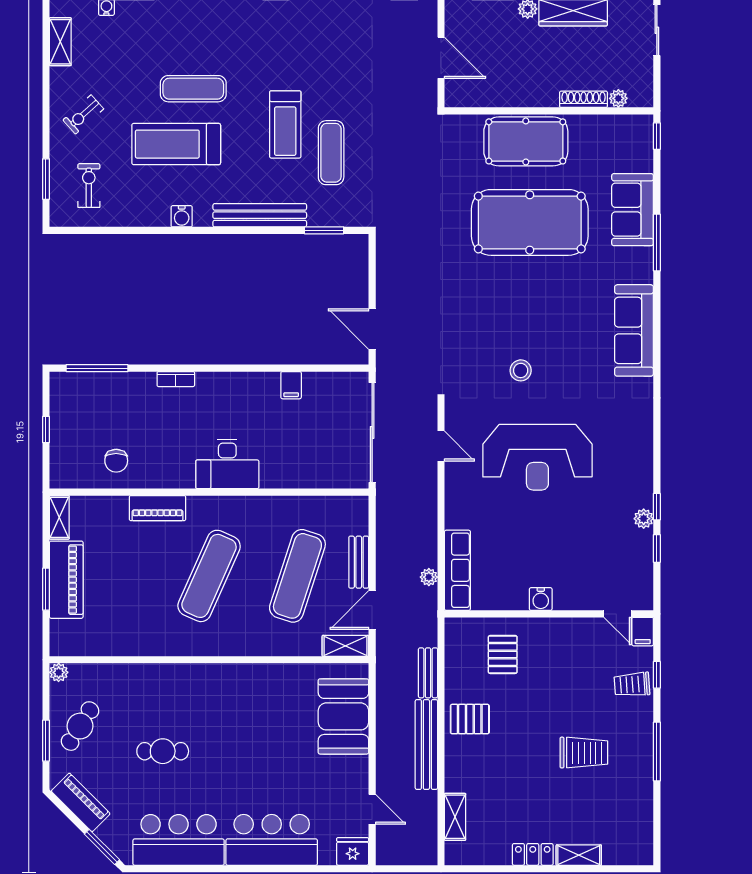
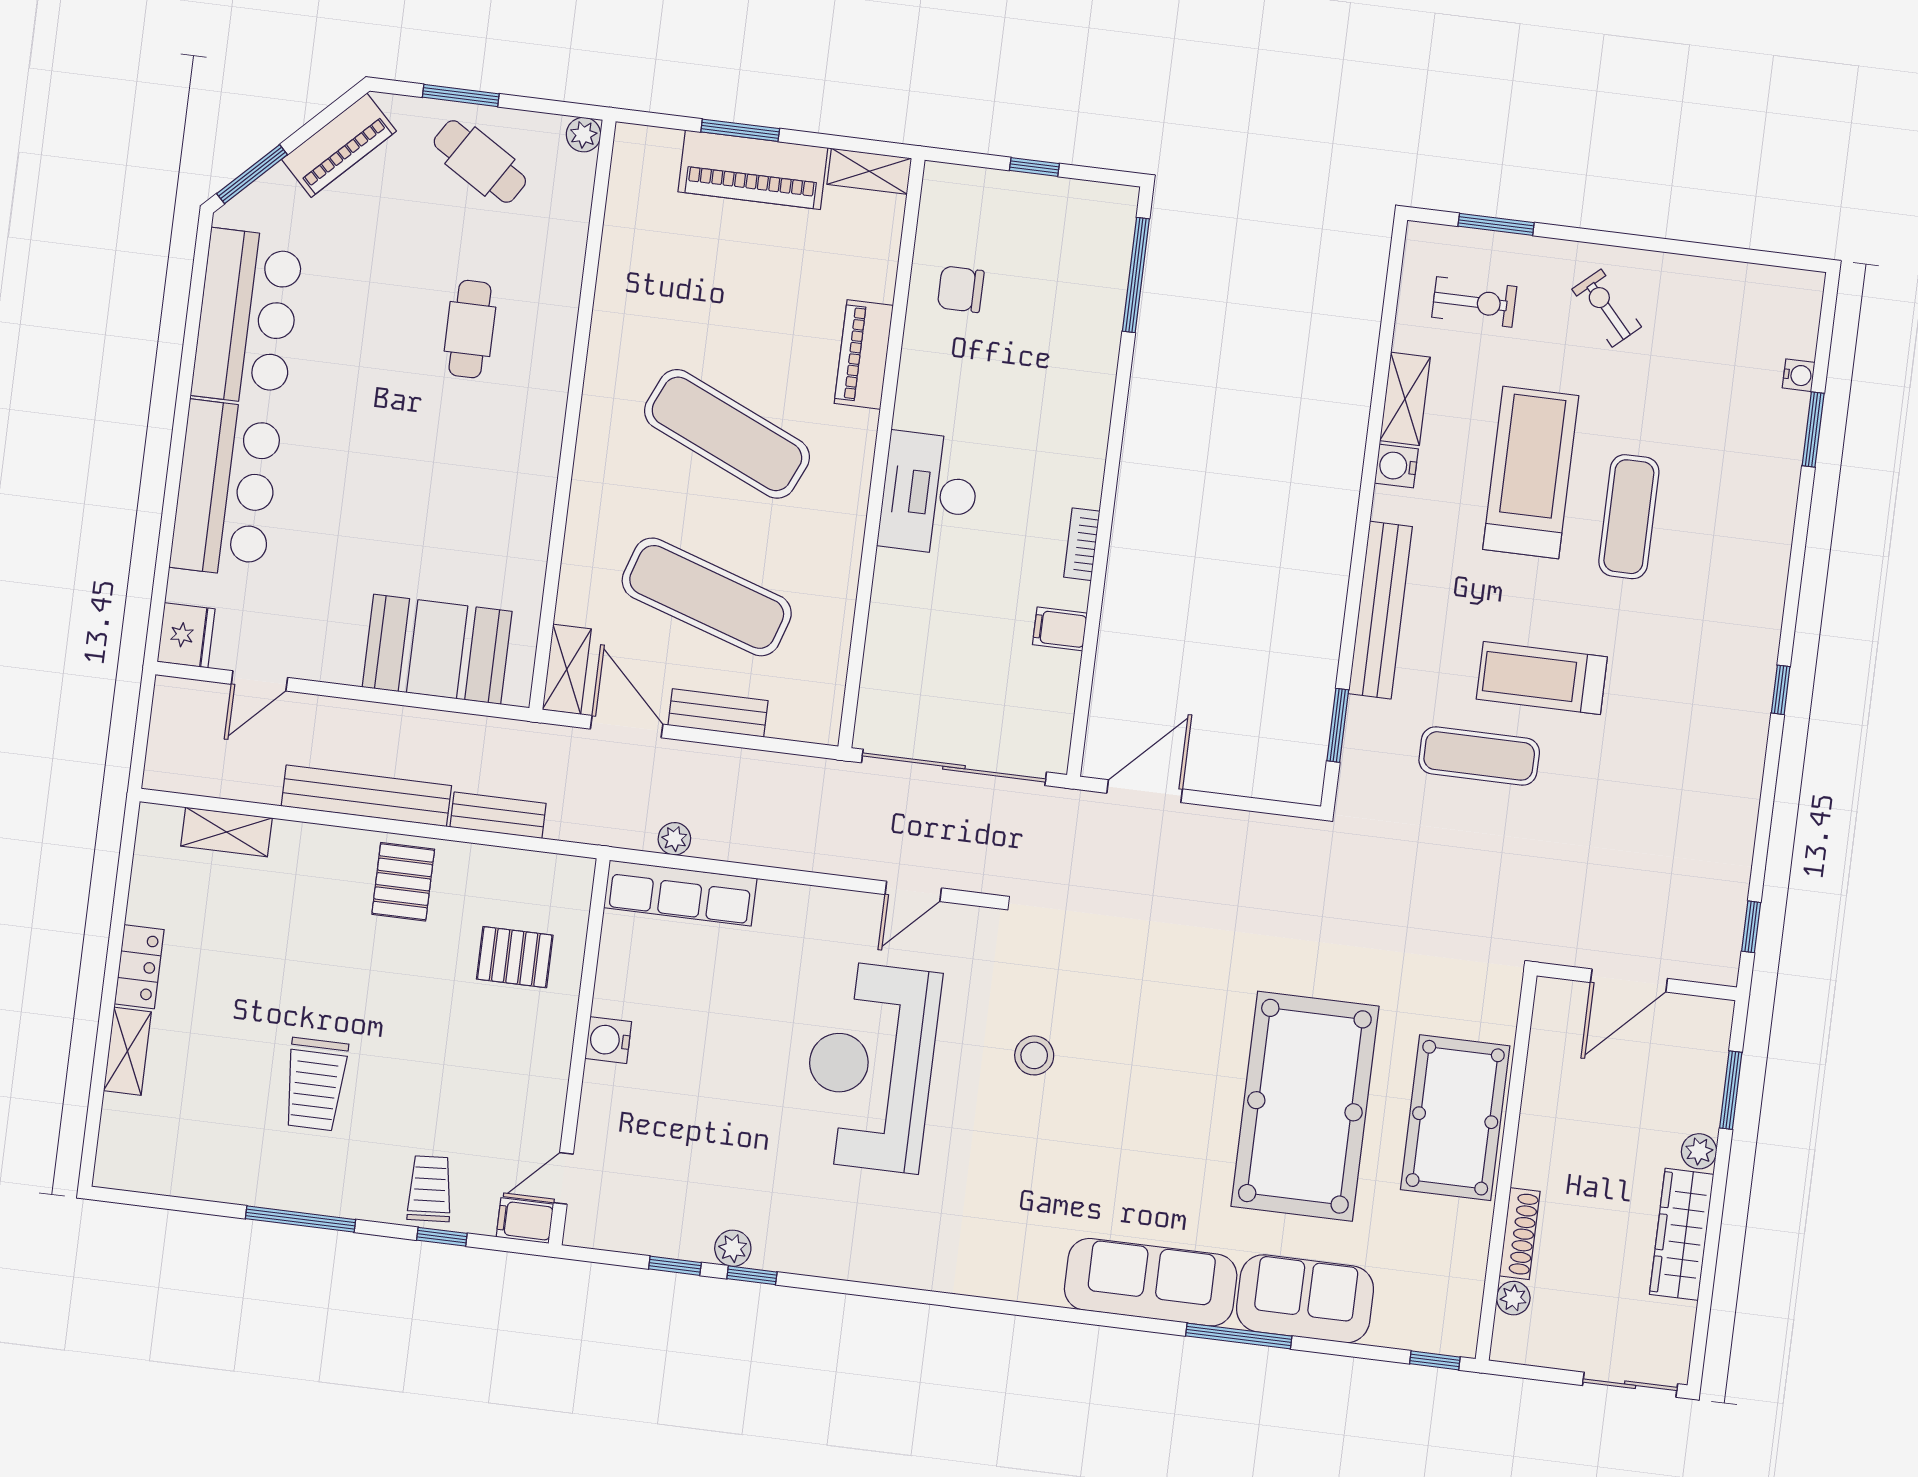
shelving: (60, 42) -> (1405, 399), moved, turned 90
sofa: (634, 330) -> (1151, 1282), moved
bookcase: (176, 379) -> (1082, 544), moved
cafe table: (163, 751) -> (470, 329), moved

